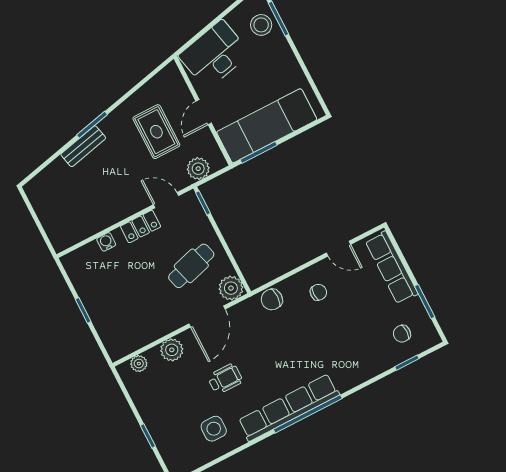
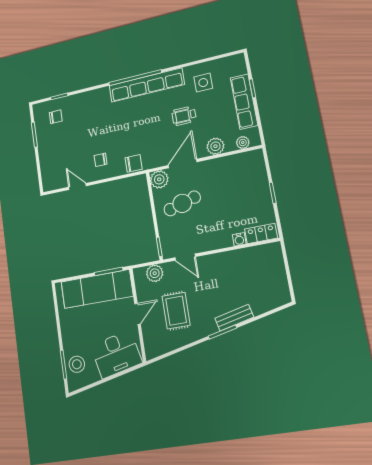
locker: (141, 226) -> (261, 234), moved
row of seats: (392, 267) -> (244, 102), moved, turned 180

